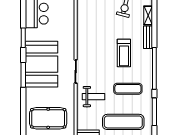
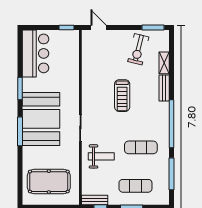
treadmill: (124, 53) -> (122, 96), moved
exercise mat: (123, 122) -> (135, 186), width x0.73, depth x0.69

